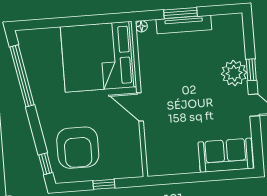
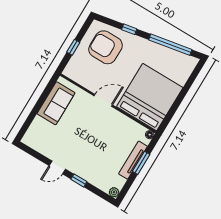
plant: (234, 73) -> (114, 192), moved, width x0.53, depth x0.53
sofa: (226, 155) -> (56, 103), moved
window: (45, 164) -> (129, 29), moved

